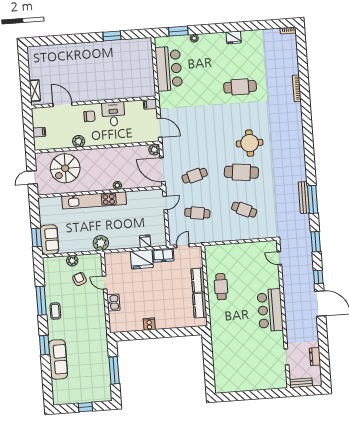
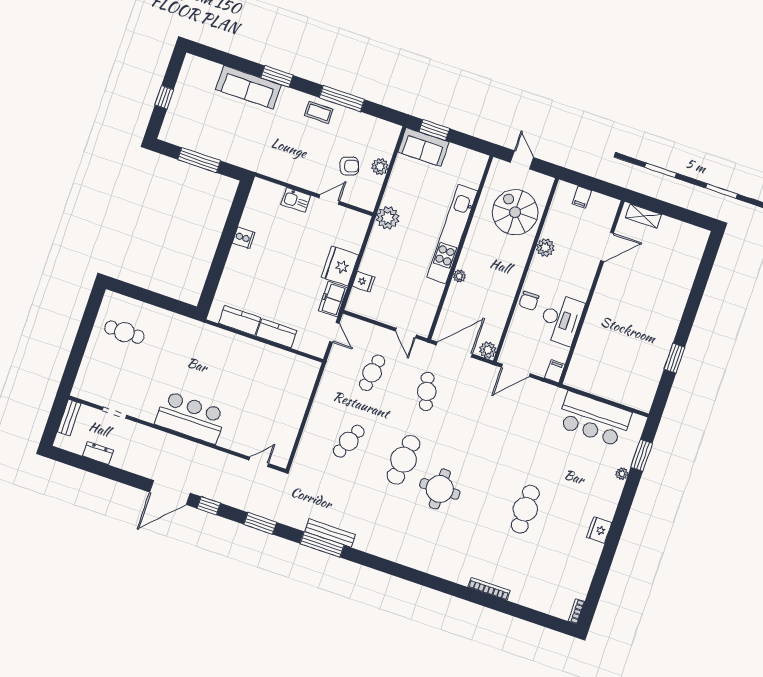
desk: (113, 114) -> (561, 319), width x1.37
chair: (89, 116) -> (529, 301), moved
cafe table: (221, 287) -> (124, 332), moved

